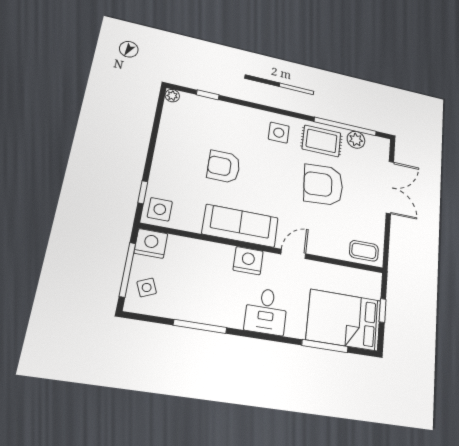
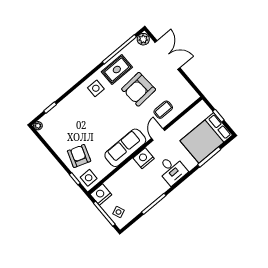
plant: (356, 140) -> (143, 39), moved
armchair: (224, 167) -> (79, 156), moved, turned 109
coffee table: (364, 251) -> (163, 110), moved

